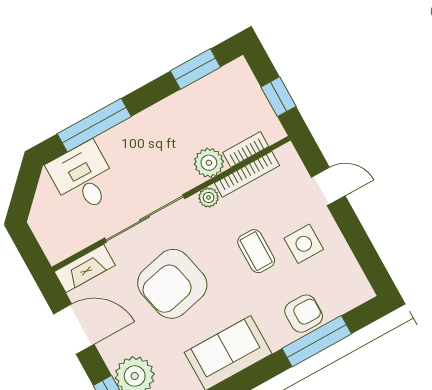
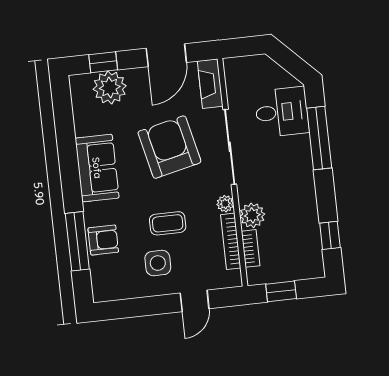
window: (195, 69) -> (330, 235), width x0.67
armchair: (304, 314) -> (103, 240), turned -90

